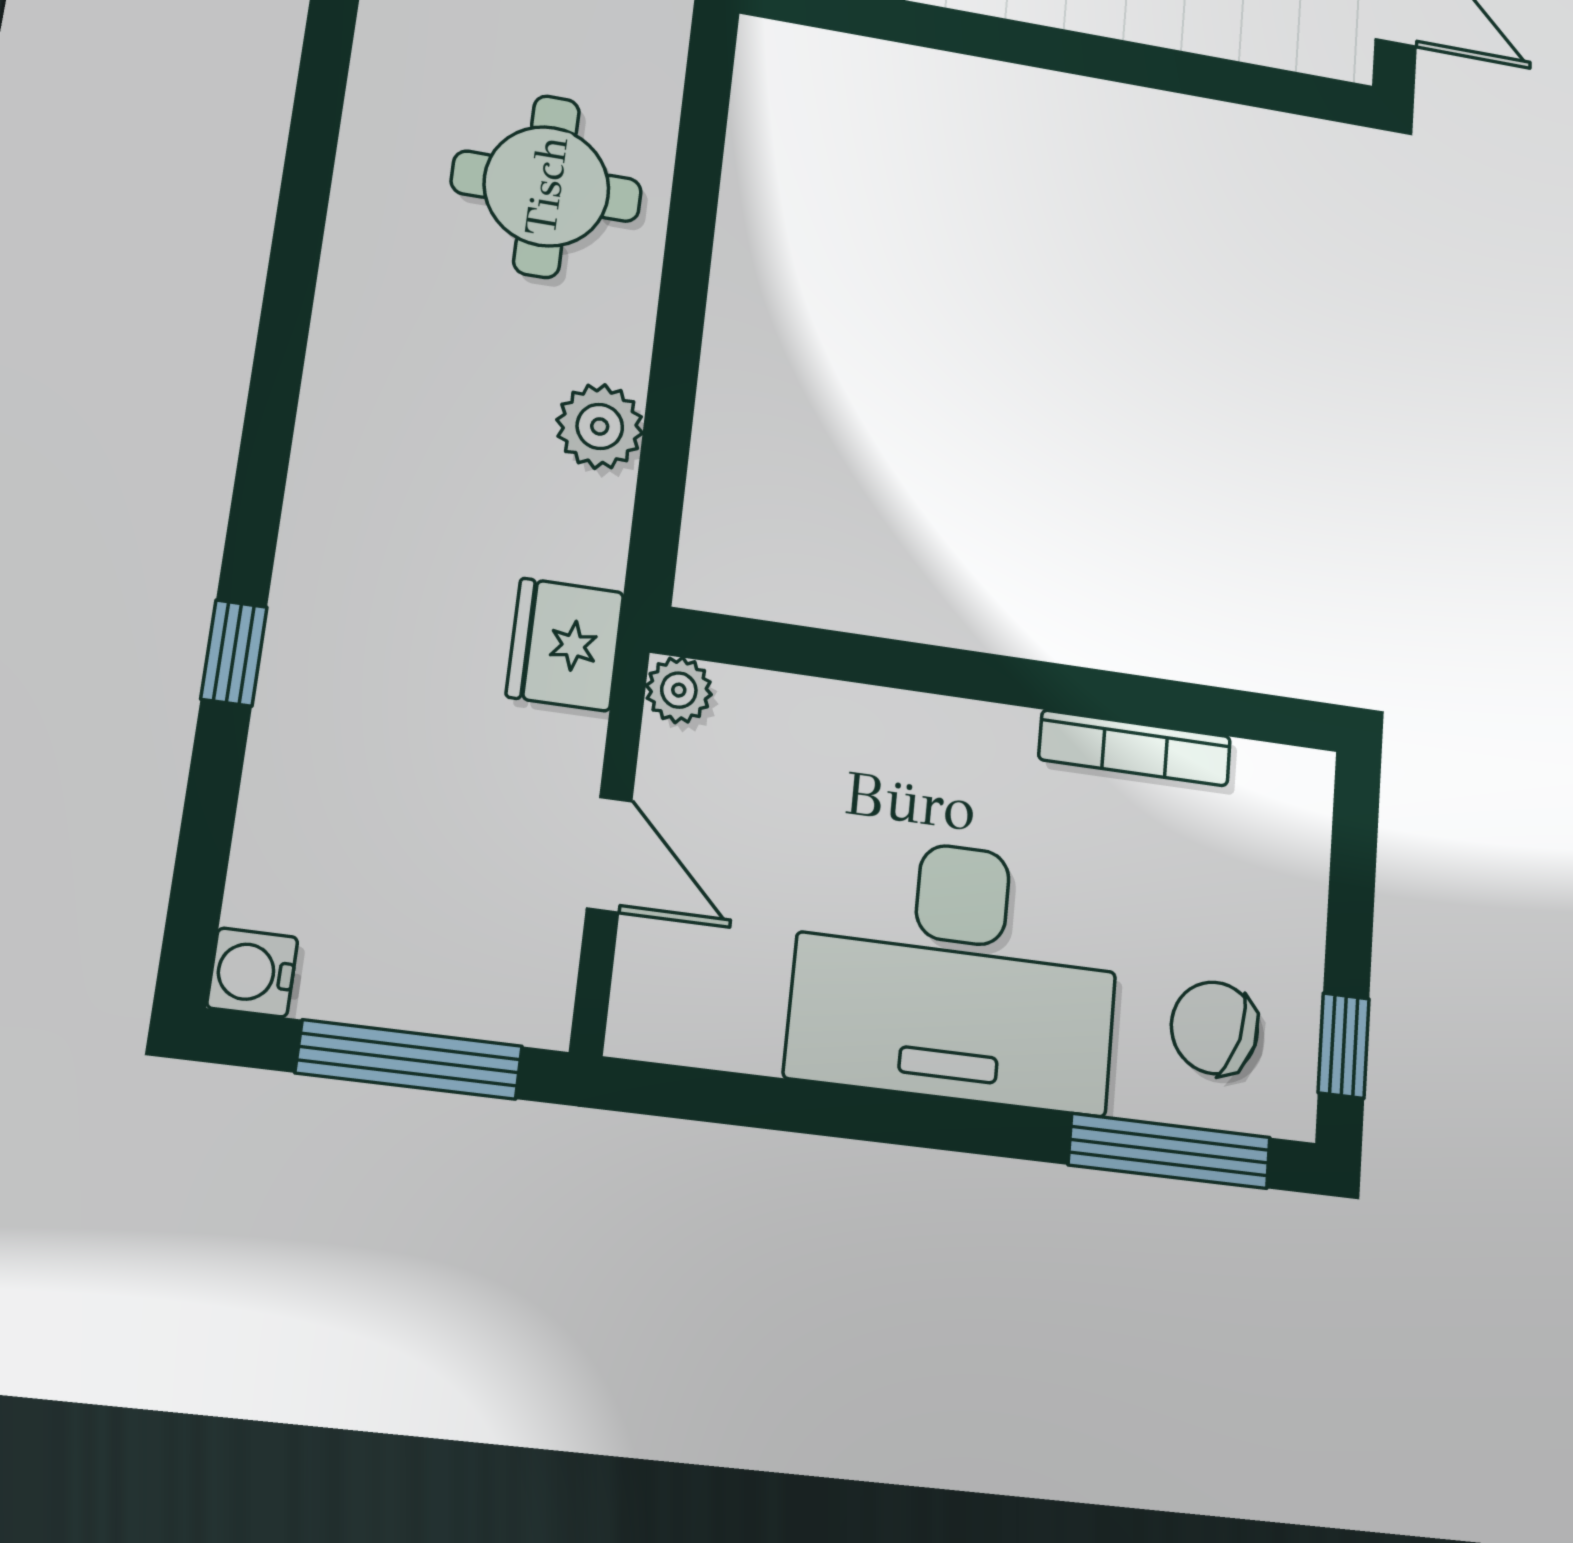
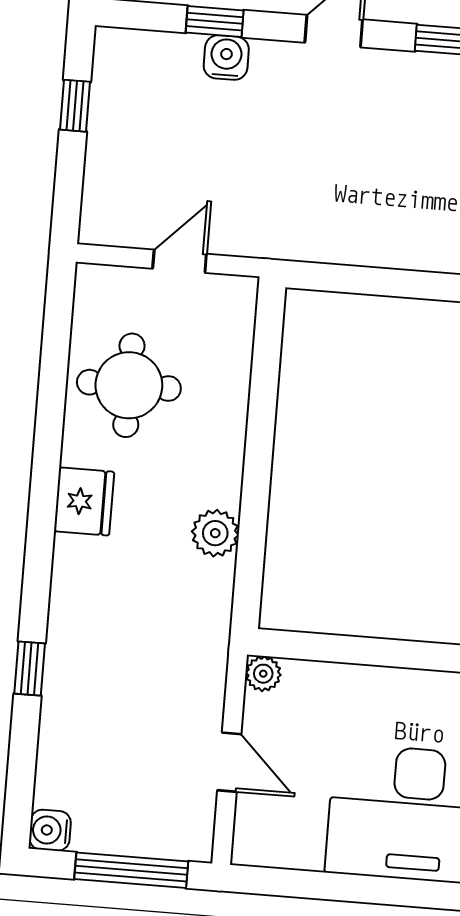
round table: (546, 186) -> (129, 385), moved
fridge: (565, 645) -> (84, 501), moved, turned 180

